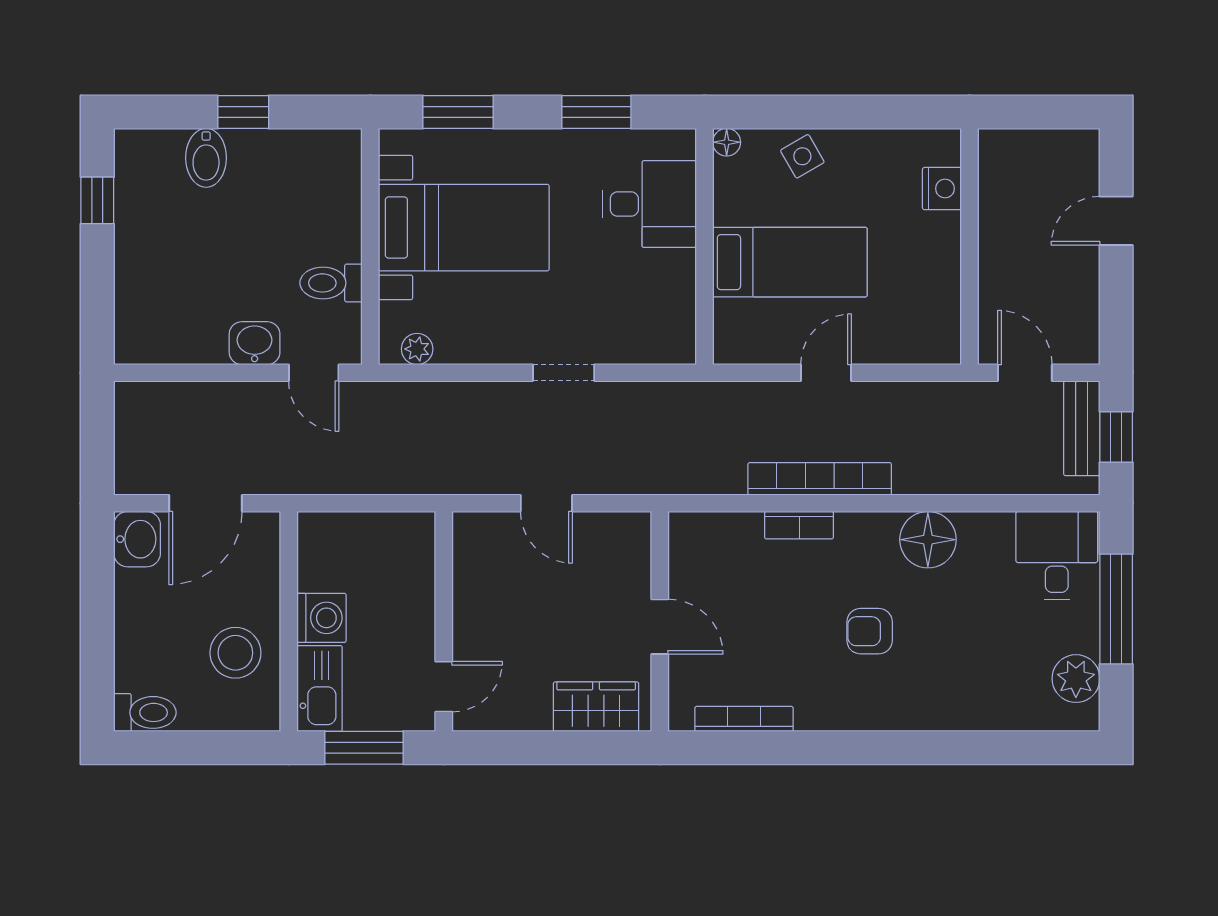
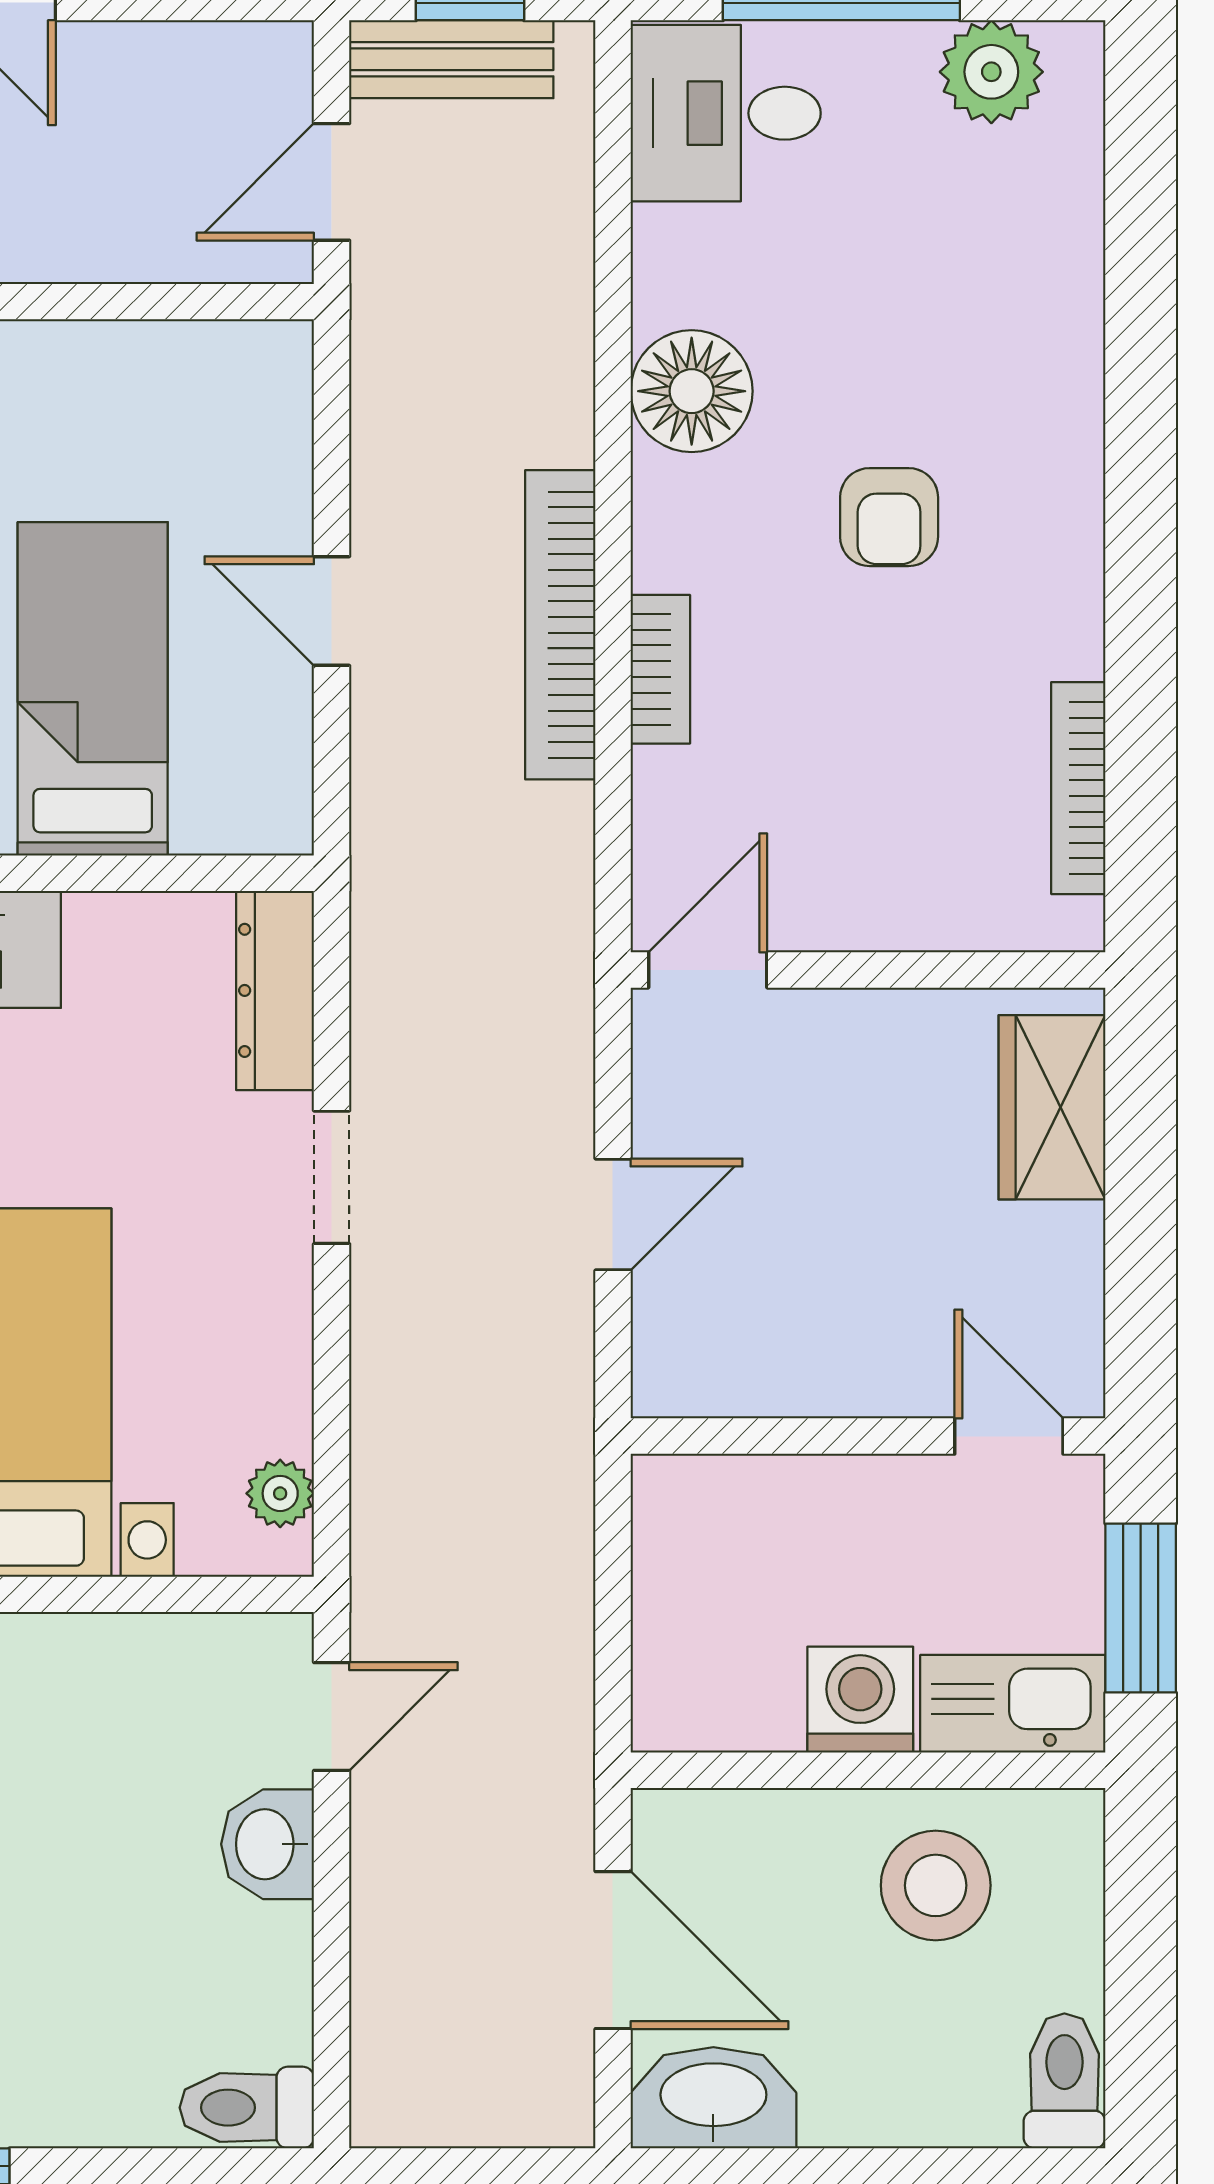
toilet: (331, 283) -> (247, 2108), moved, turned 90
dresser: (650, 347) -> (275, 990), added
washbasin: (137, 539) -> (713, 2098), width x1.38
door: (660, 627) -> (708, 970), moved

